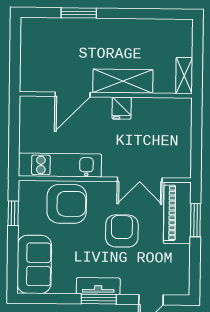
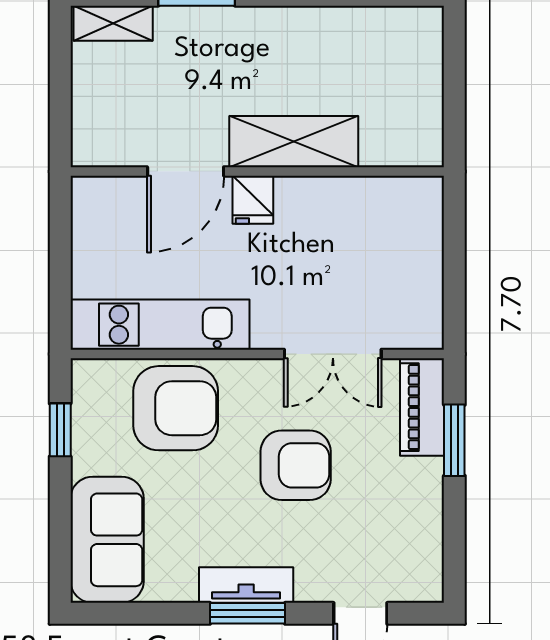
shelving: (184, 76) -> (113, 23), moved, turned 90
fridge: (122, 108) -> (253, 200), moved
piano: (177, 213) -> (422, 407), width x0.73, depth x0.75
armchair: (122, 231) -> (296, 465), turned 90

